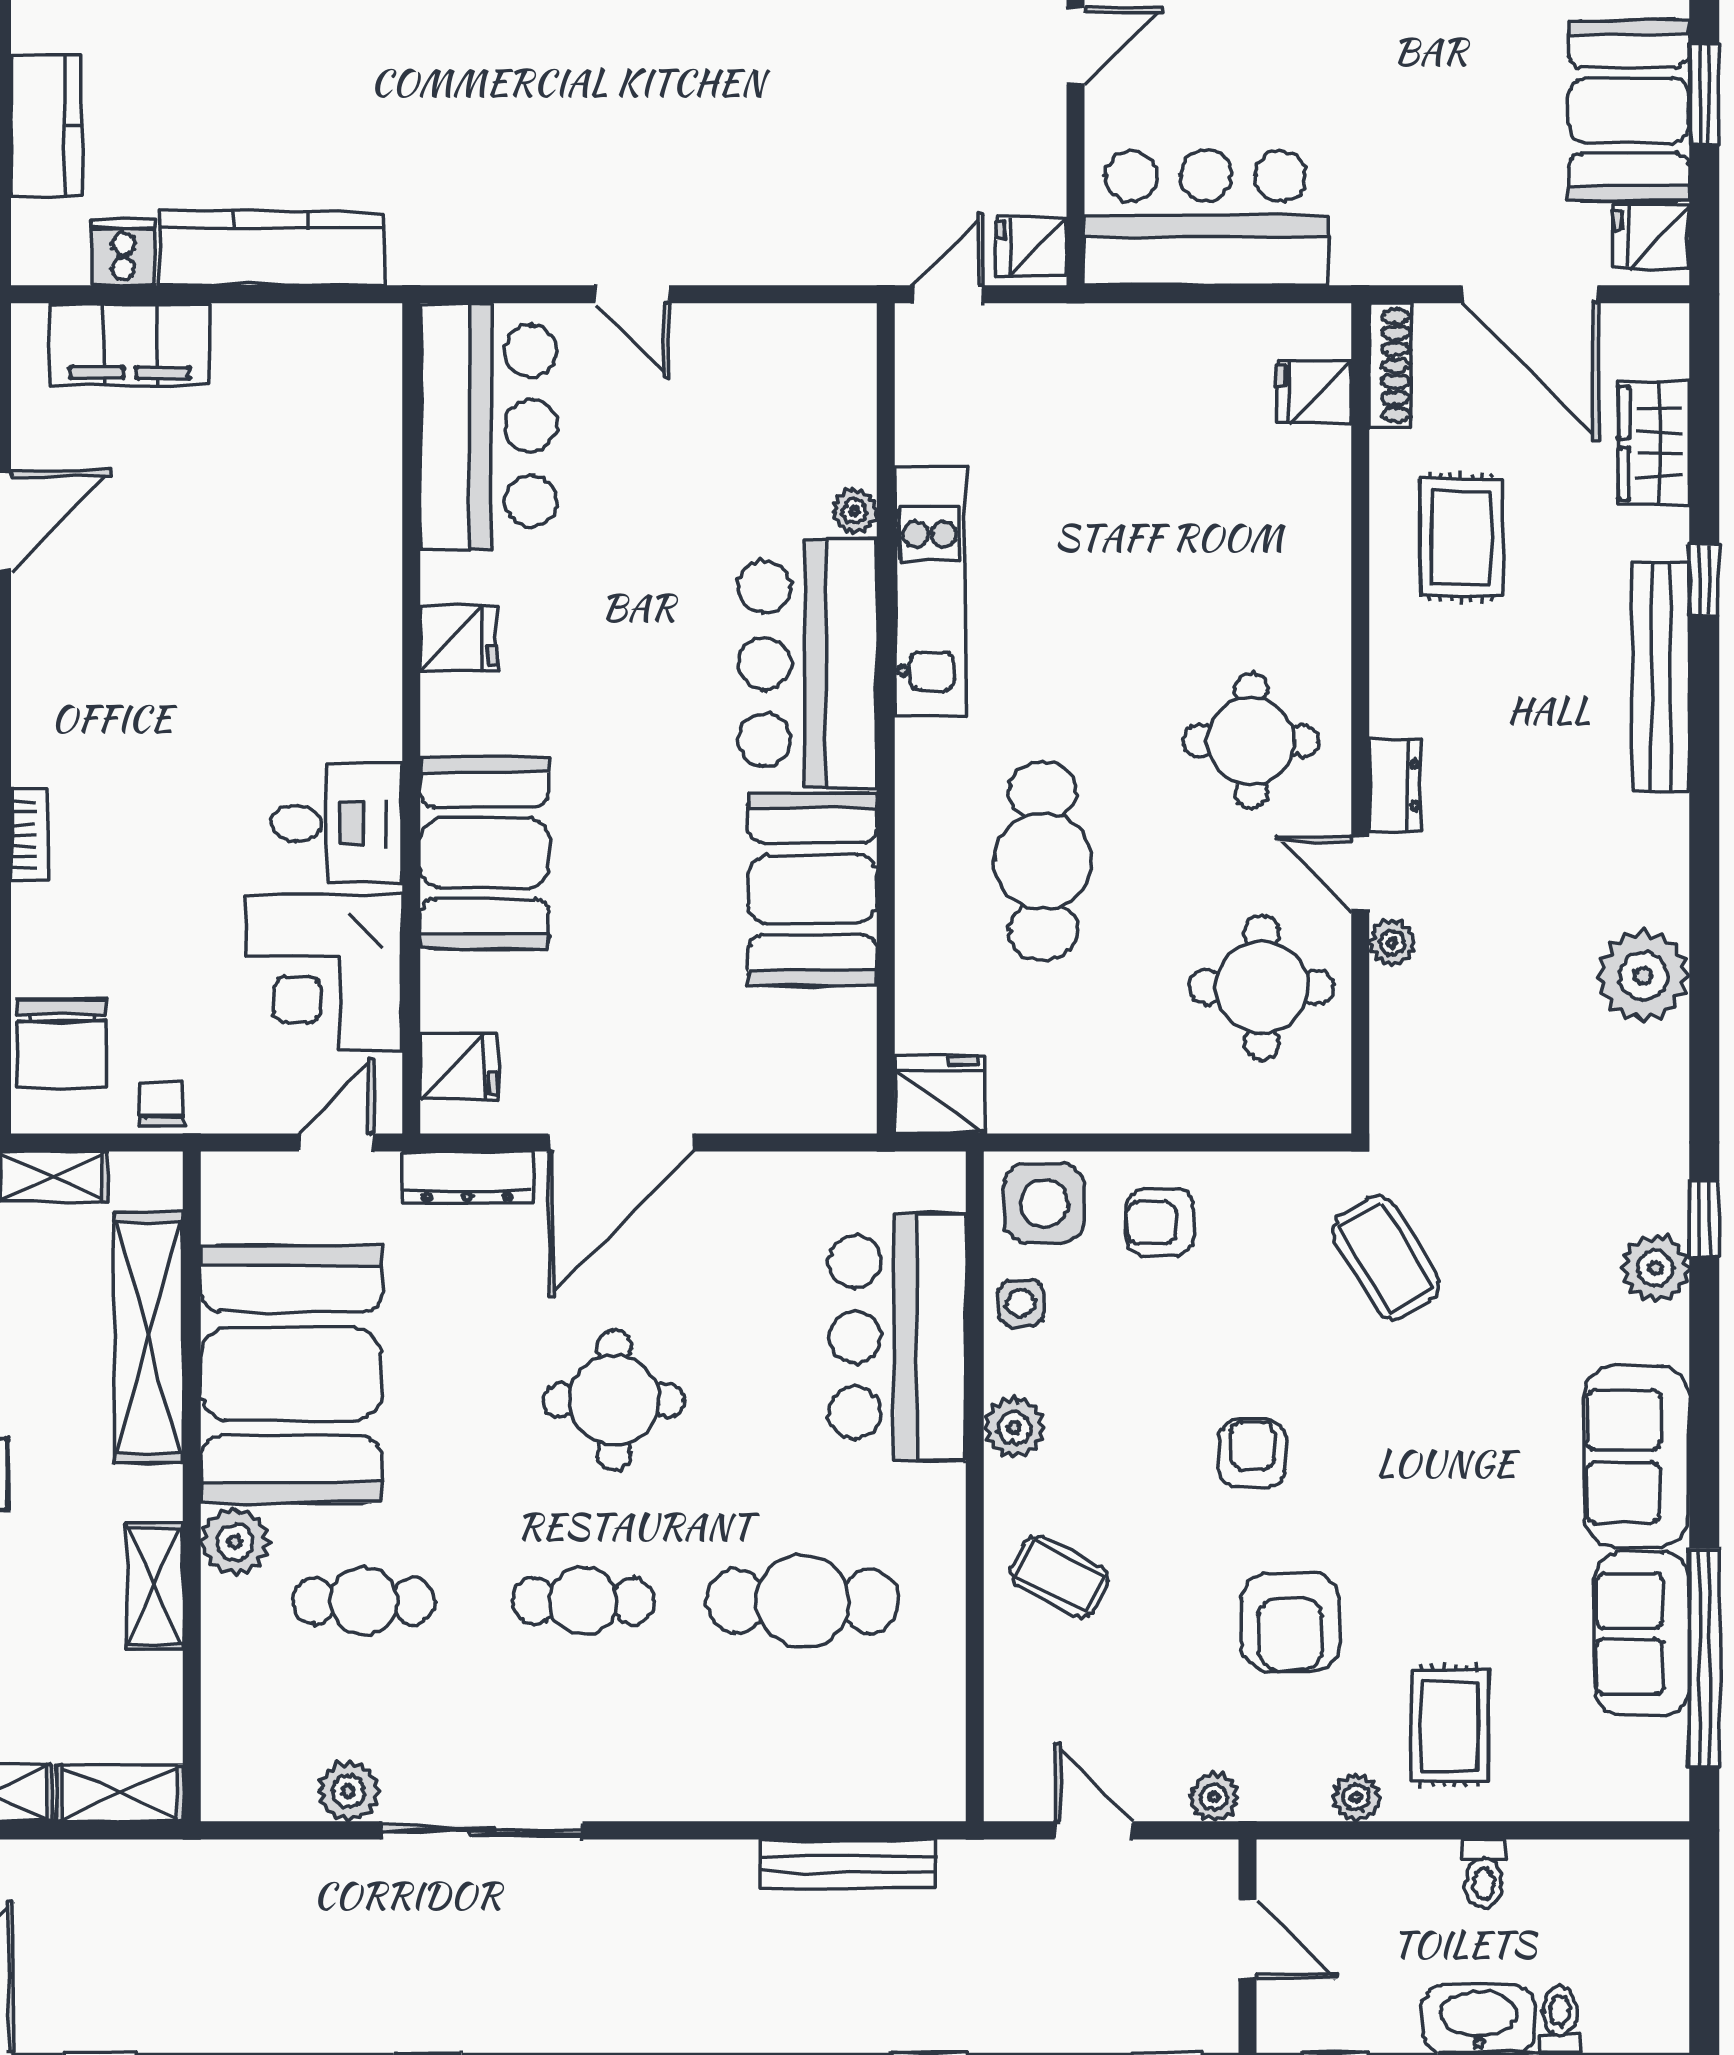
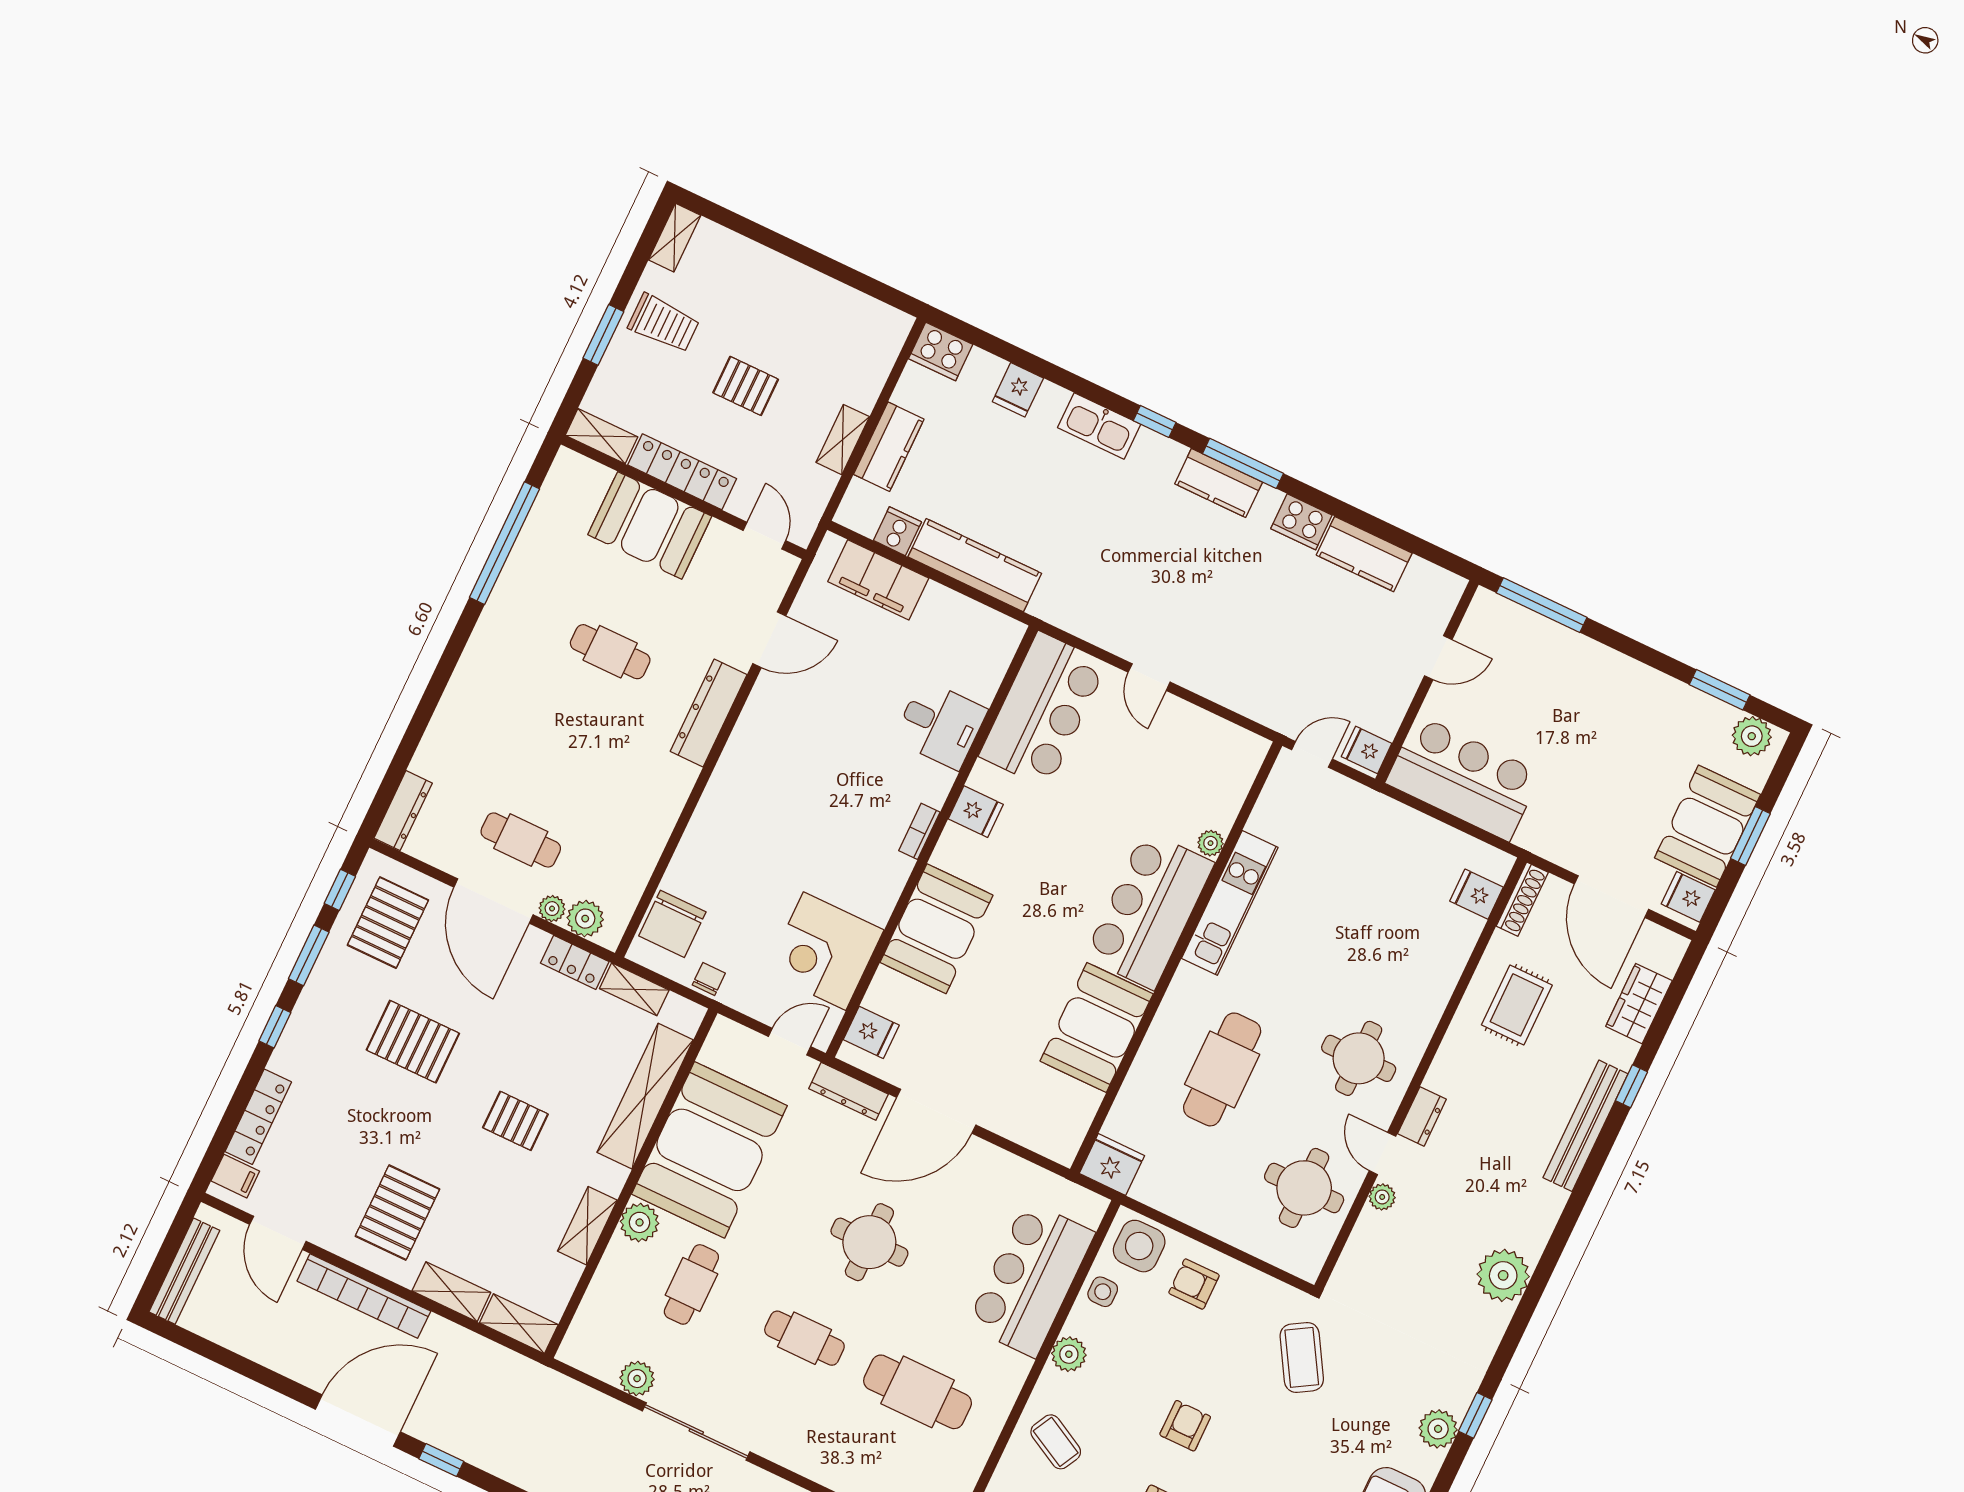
desk: (337, 823) -> (940, 725), moved
bookcase: (29, 834) -> (919, 831), moved, turned 180
cafe table: (364, 1601) -> (691, 1284), turned 90

